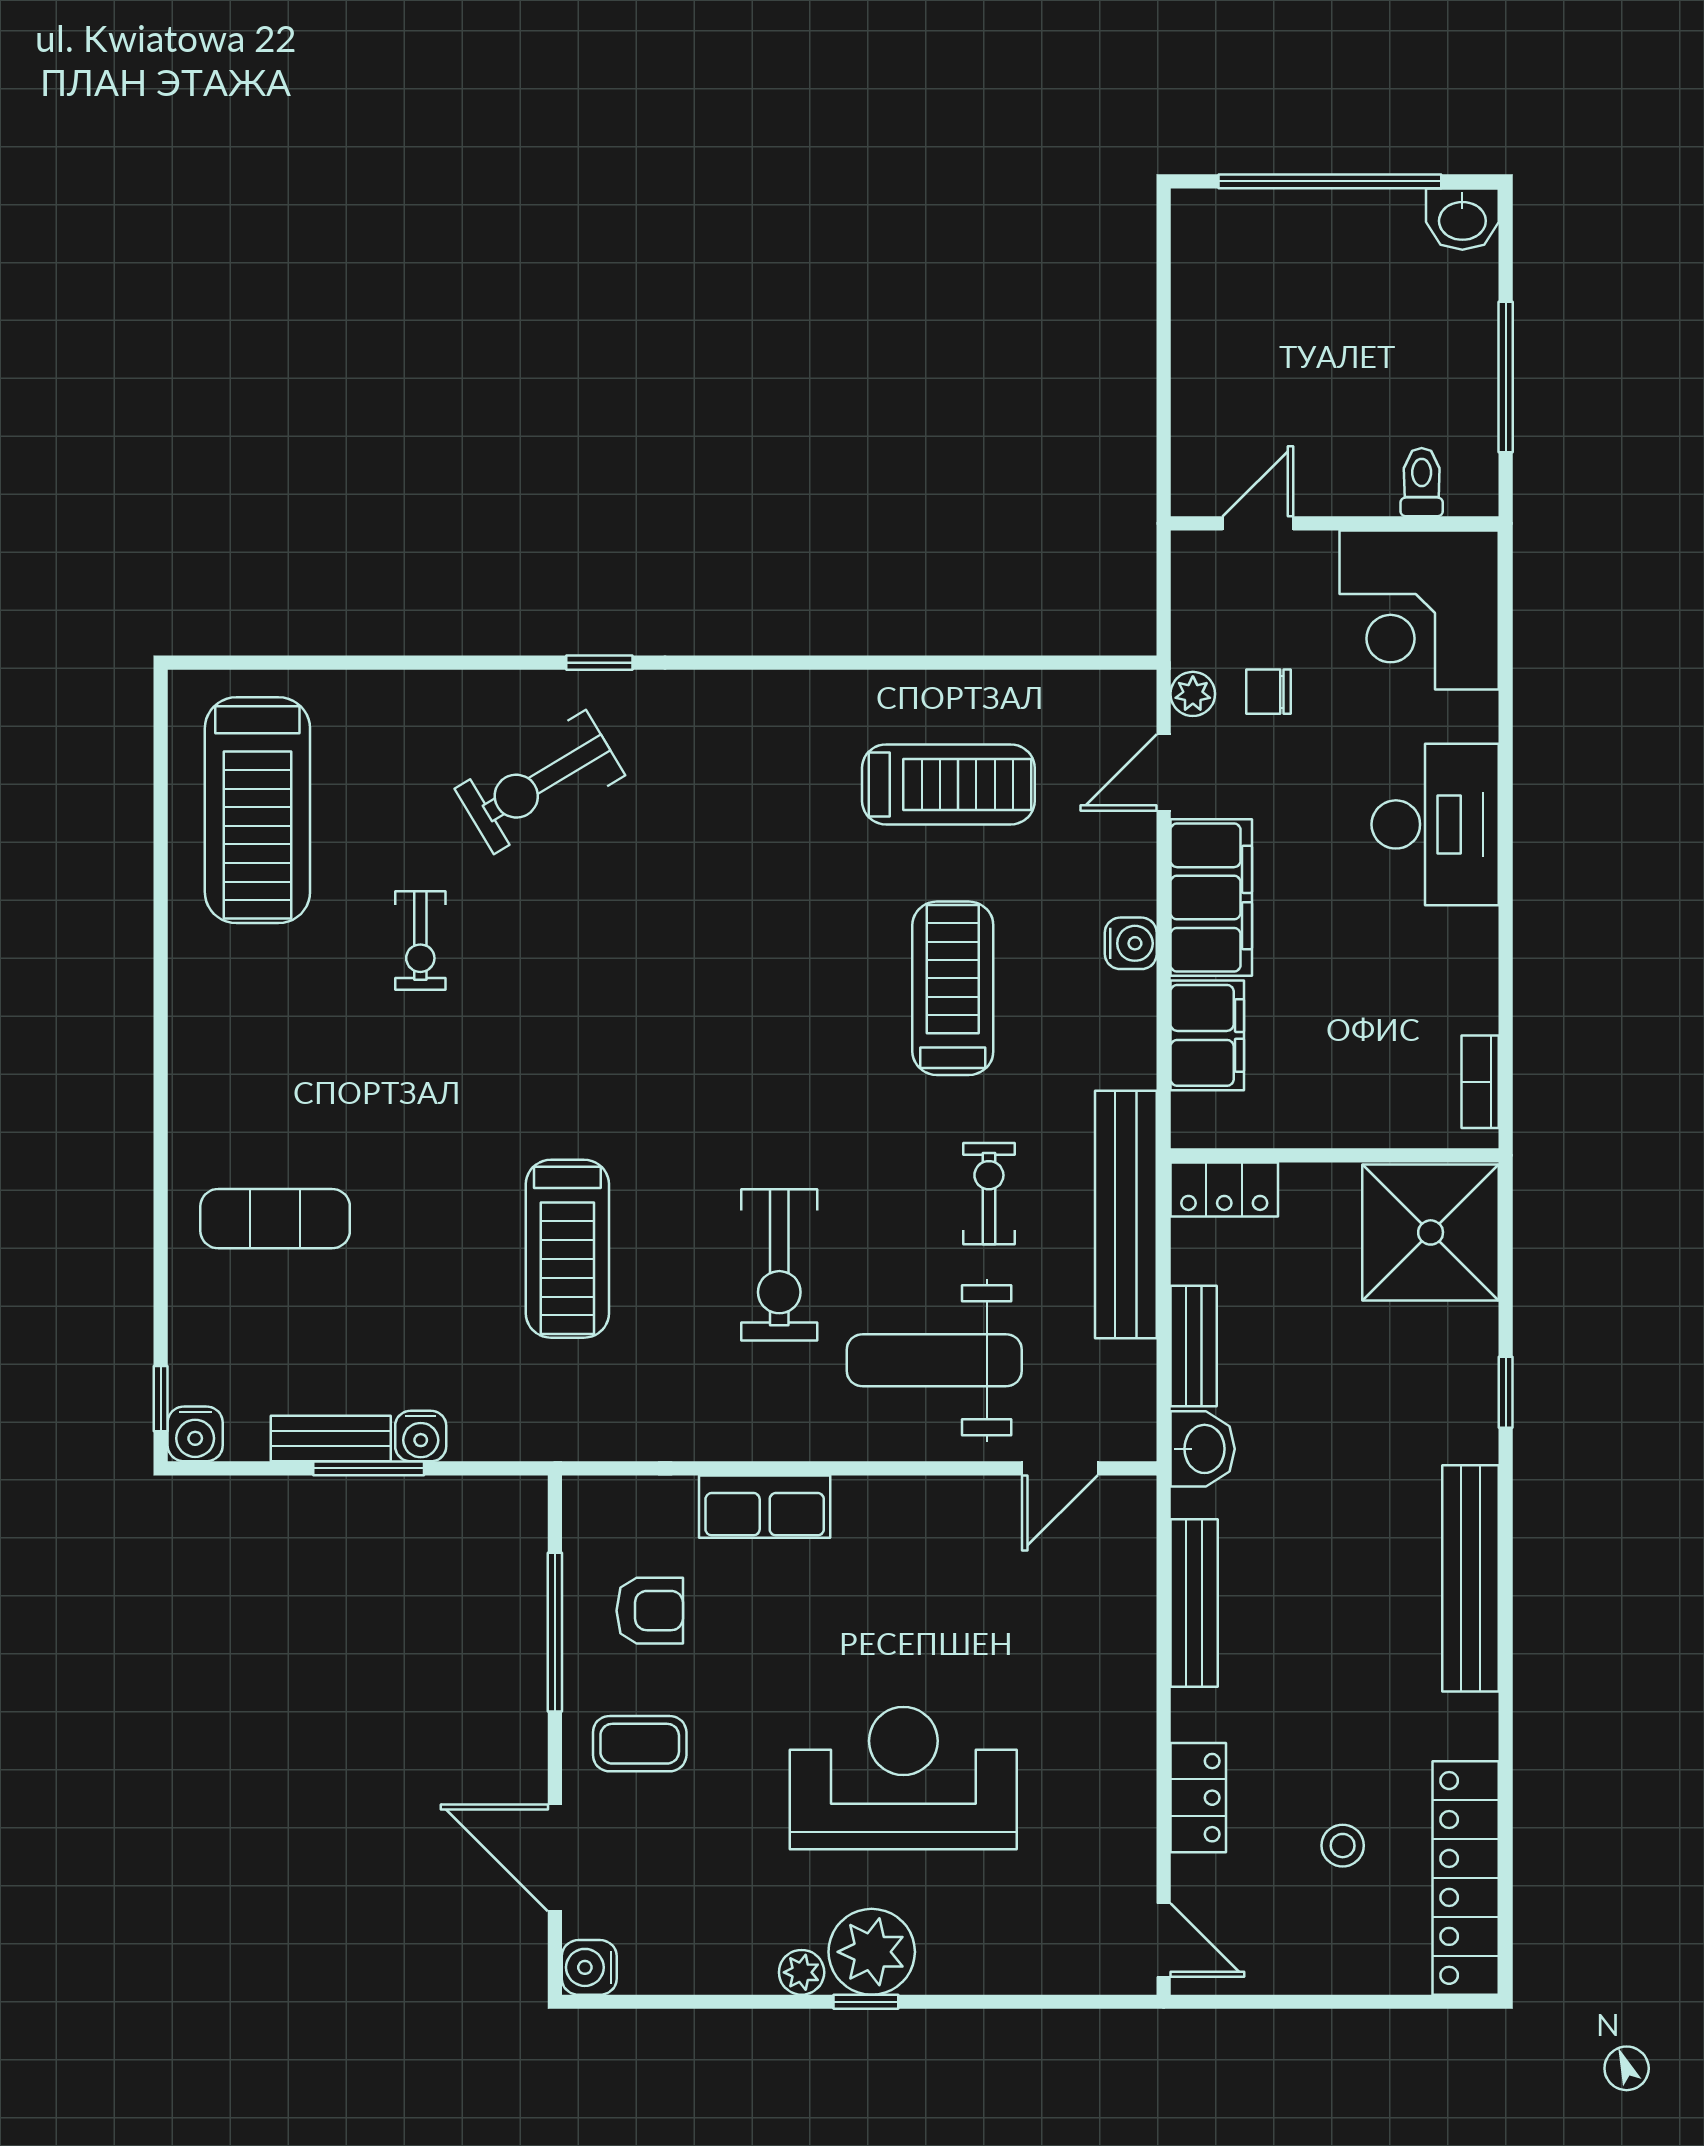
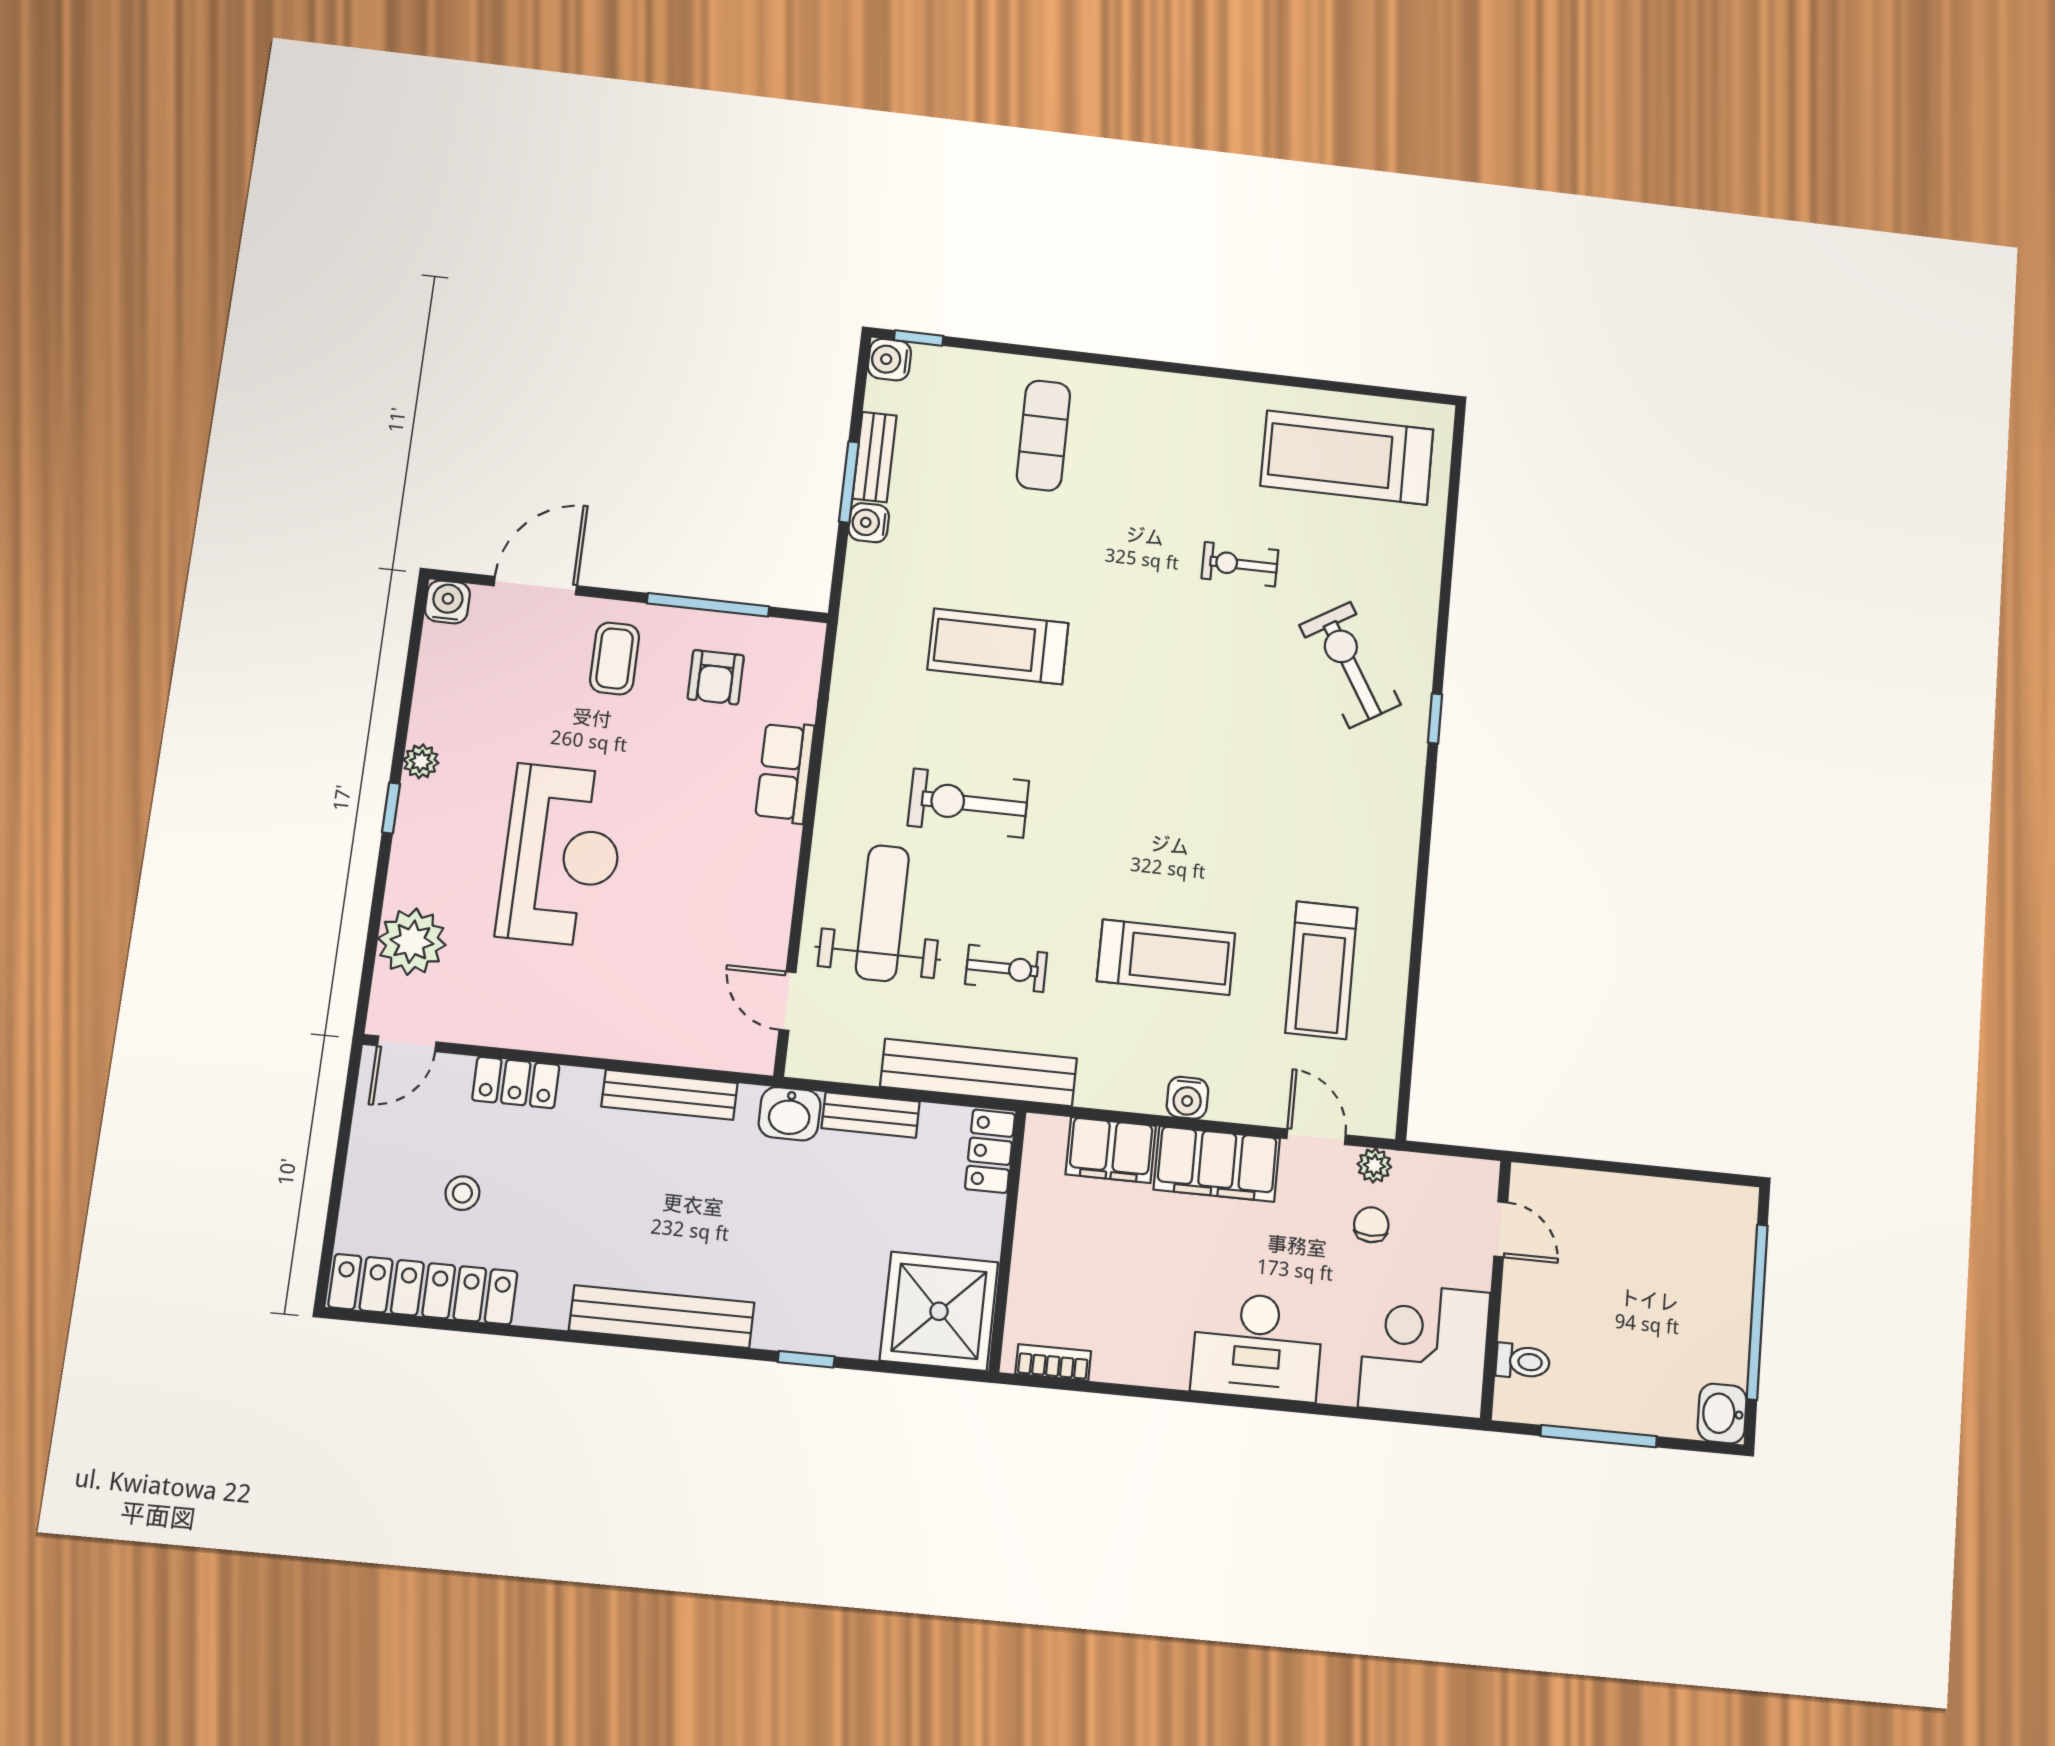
plant: (872, 1952) -> (412, 942), moved

